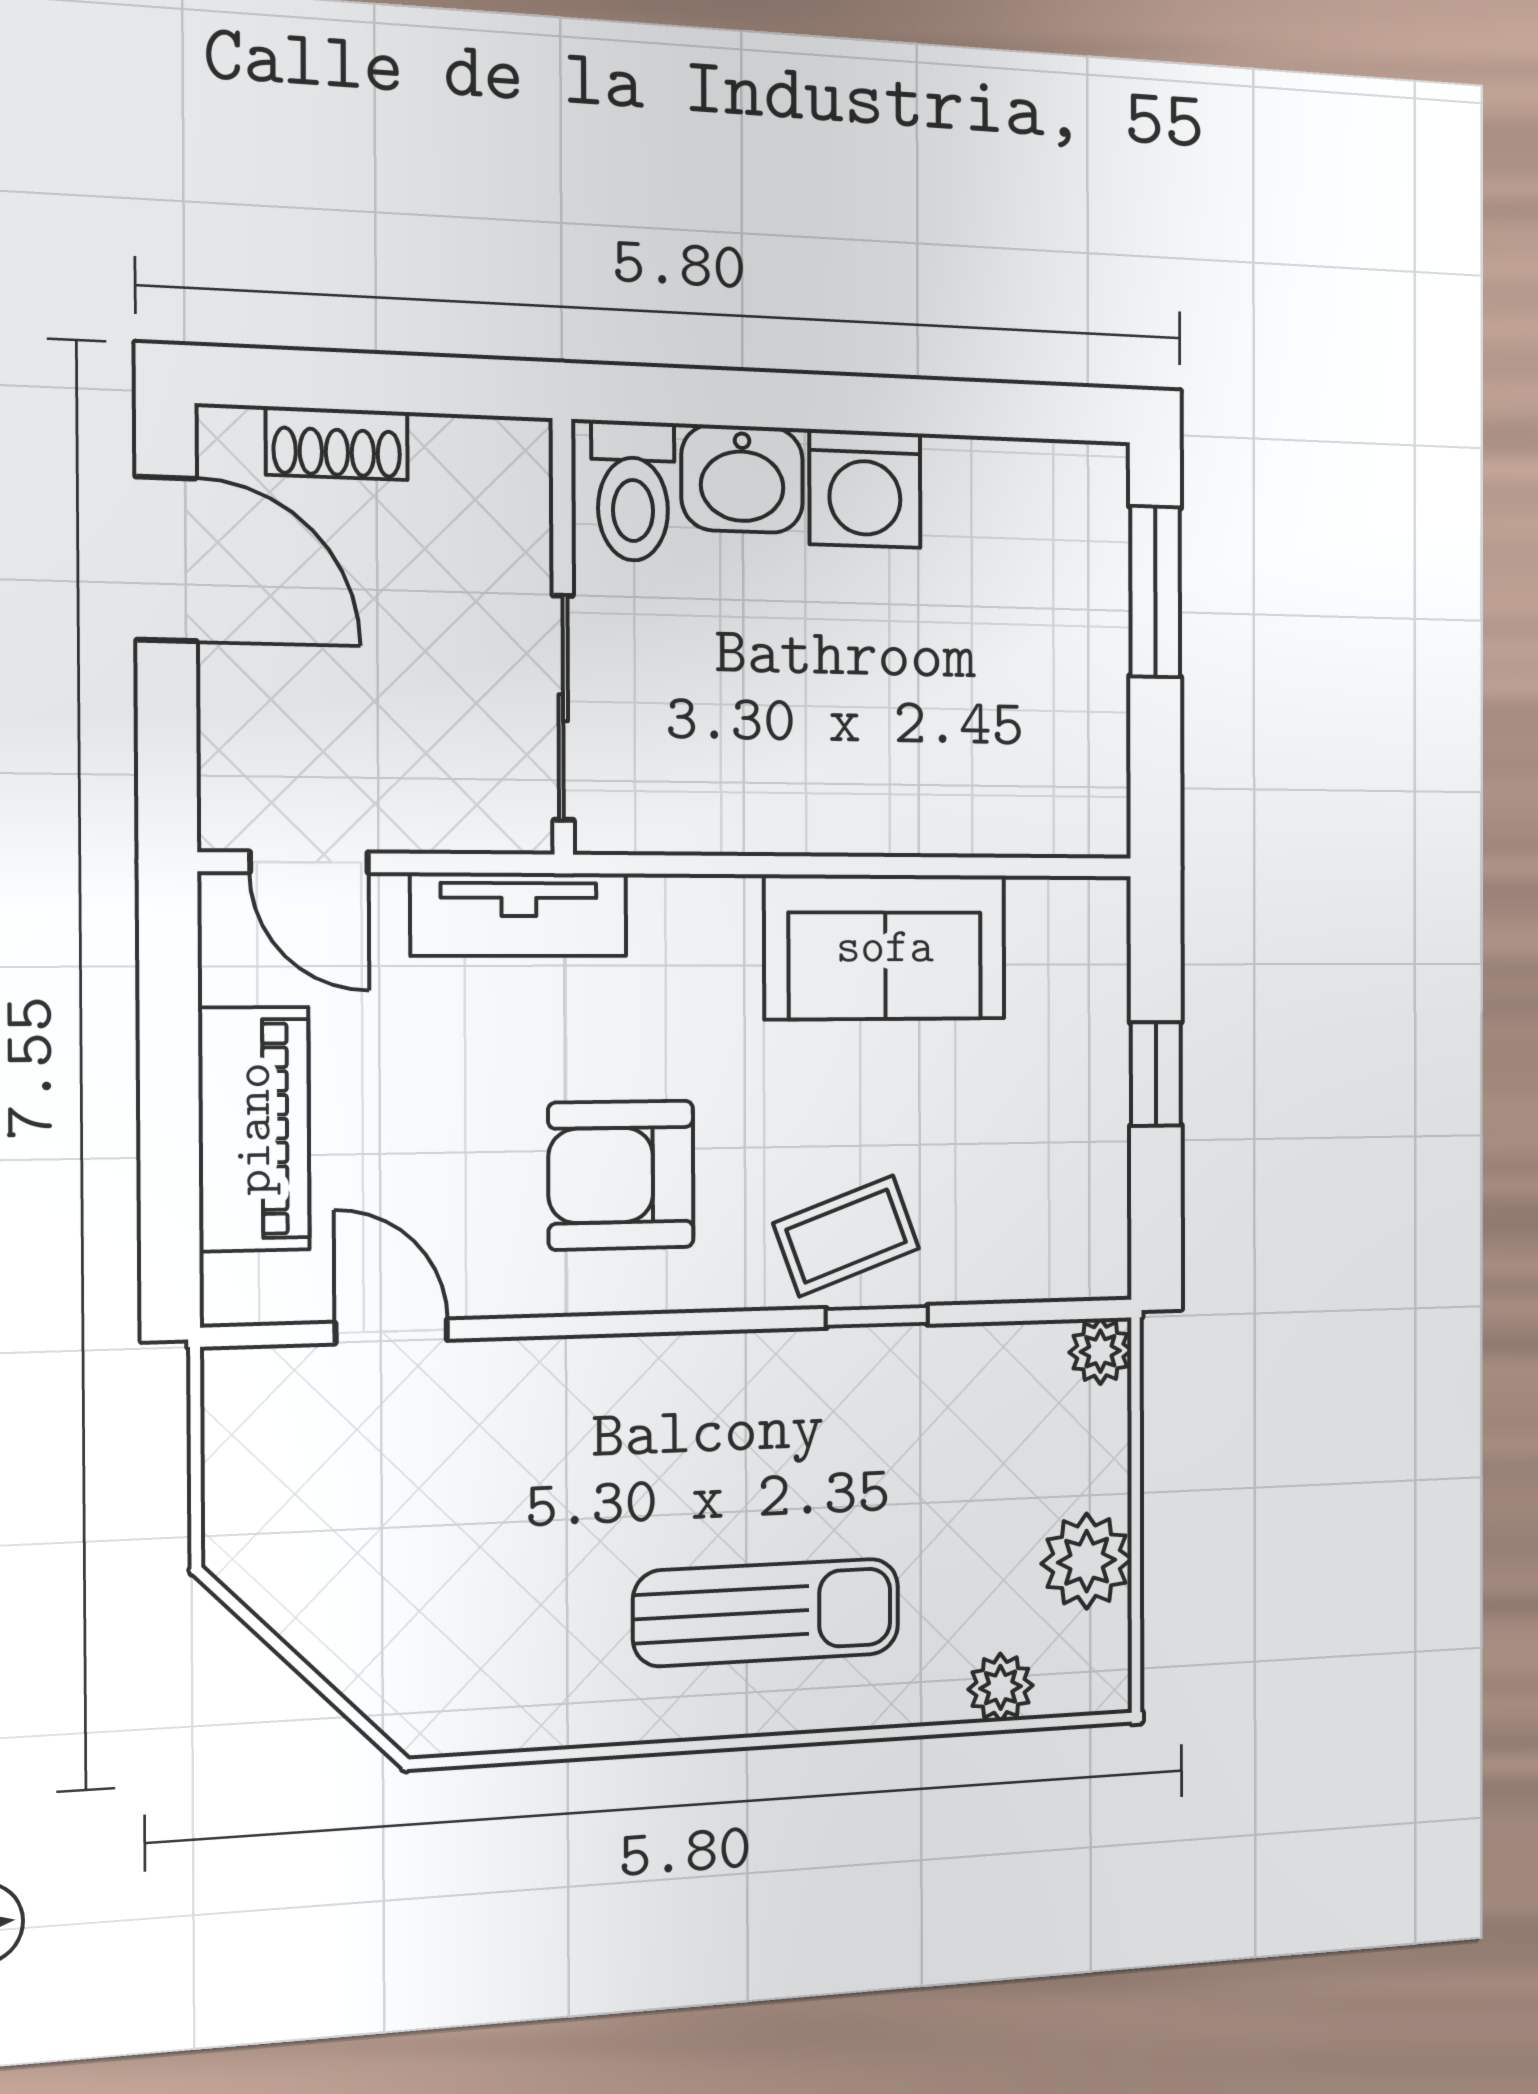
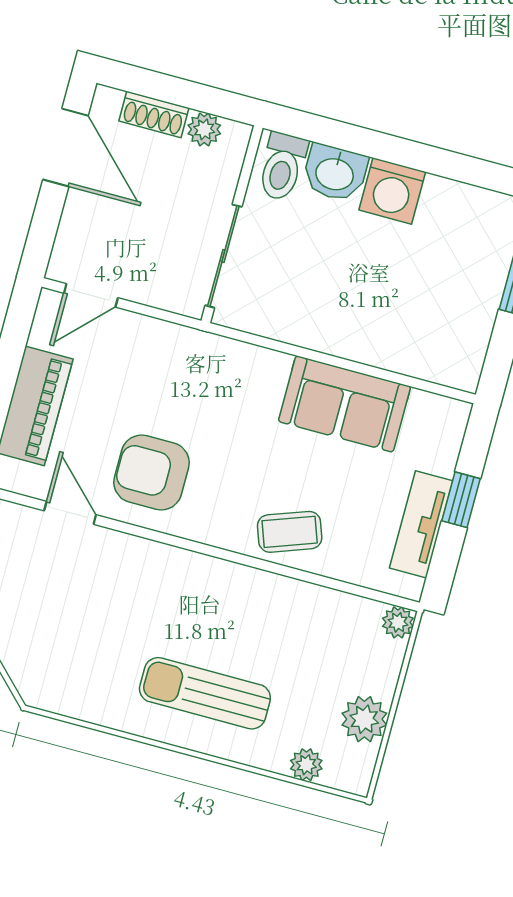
plant: (451, 451) -> (204, 129), added
door: (309, 862) -> (91, 295), hinge flipped
tv unit: (519, 915) -> (421, 524), moved, turned 90
armchair: (621, 1175) -> (151, 472), moved
window: (877, 1316) -> (294, 573), removed
sun lounger: (767, 1612) -> (205, 693), turned 180

